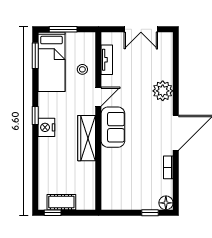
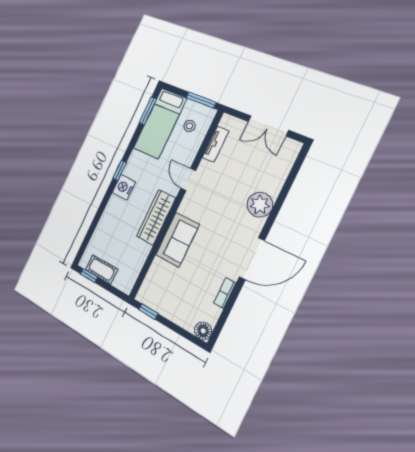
window: (63, 29) -> (201, 100), moved
stool: (82, 69) -> (189, 126), moved
door: (98, 97) -> (188, 179), swing flipped
sofa: (113, 127) -> (177, 240), moved
window: (150, 213) -> (148, 312), moved

